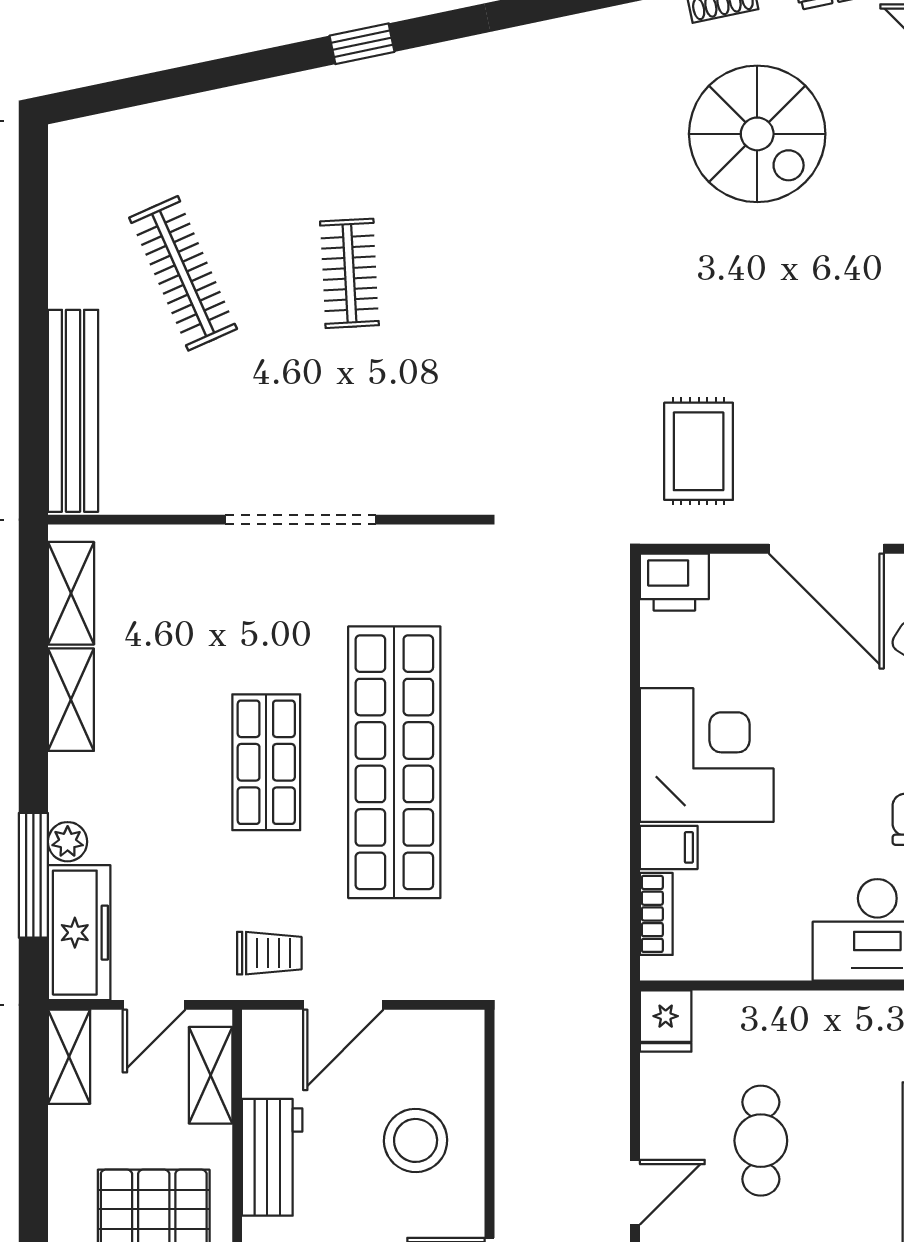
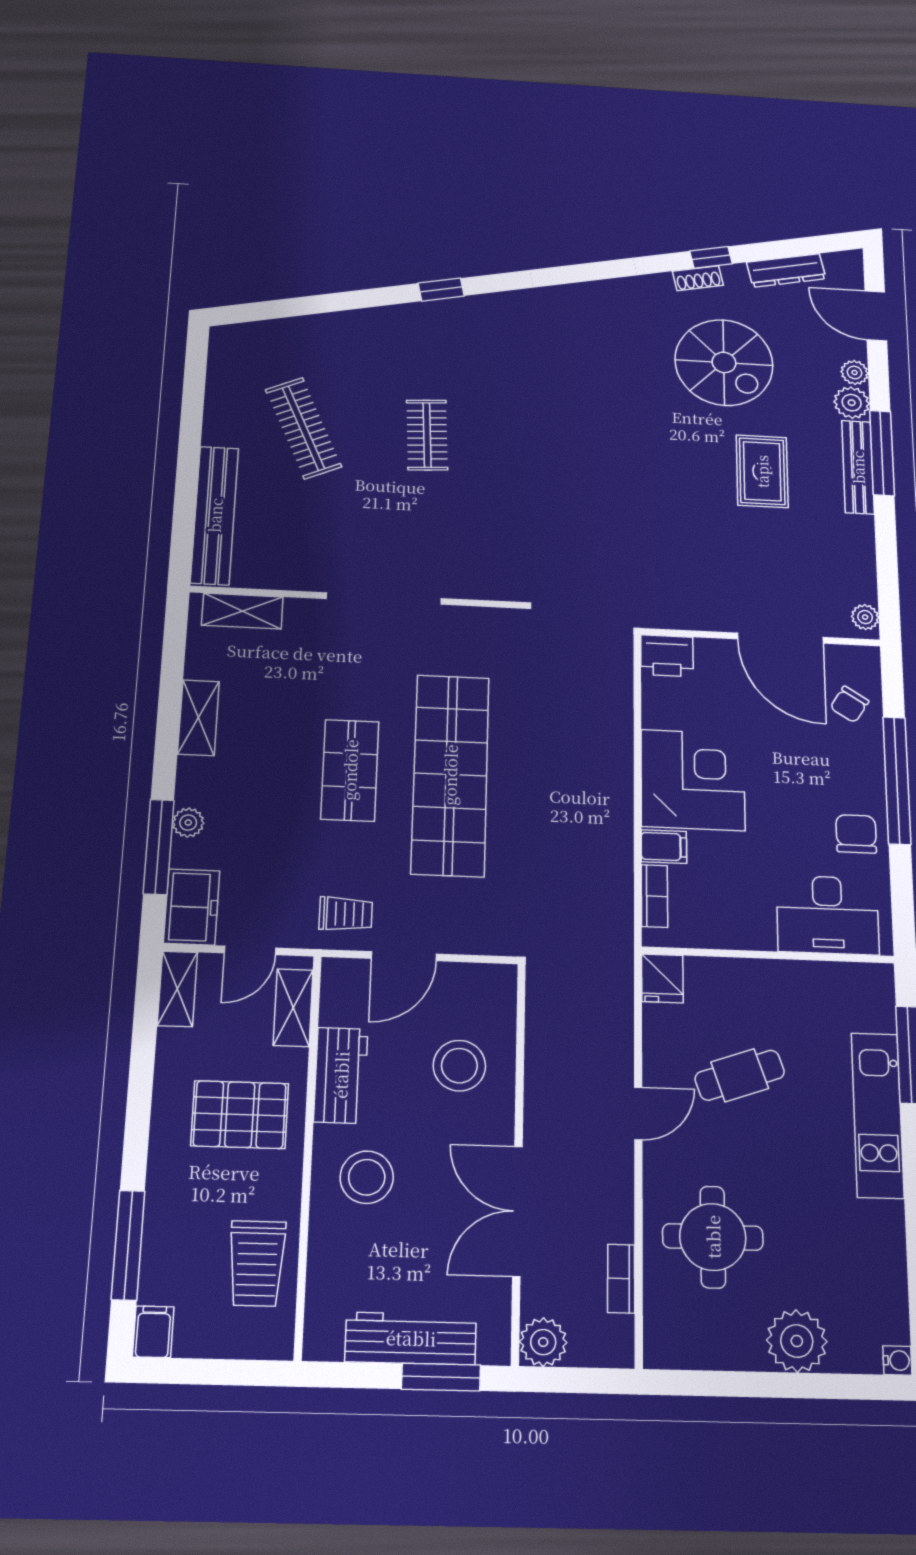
rug: (699, 451) -> (762, 471), moved
shelving: (71, 593) -> (242, 611), moved, turned 90
freezer: (79, 933) -> (192, 907), width x0.71
cafe table: (761, 1141) -> (740, 1075), turned 71

